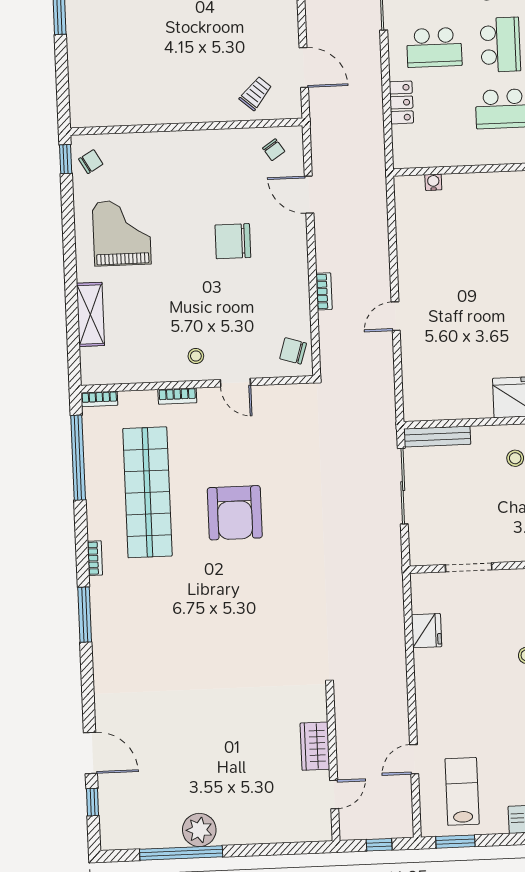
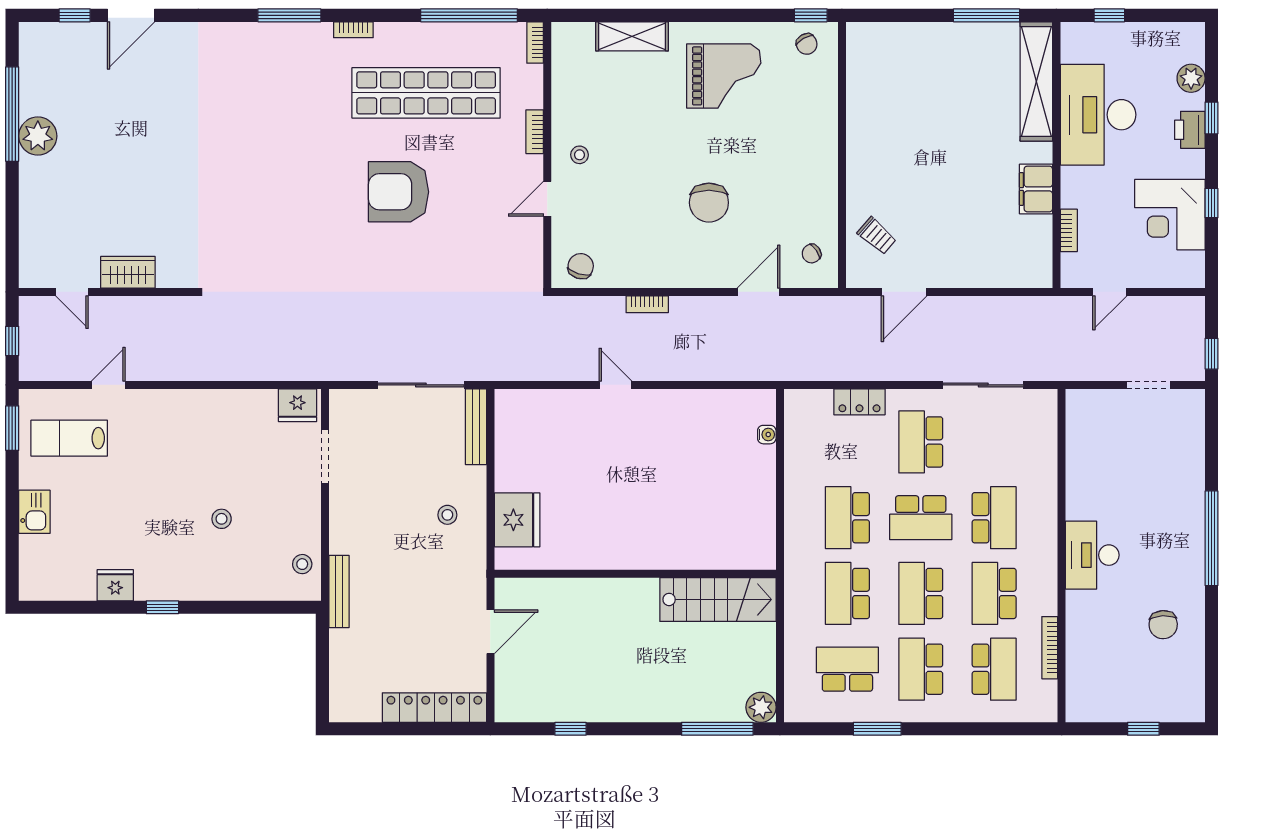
chair: (233, 241) -> (709, 203), turned 180
fridge: (427, 631) -> (297, 405), moved
door: (414, 759) -> (108, 385), hinge flipped
lab bench: (462, 791) -> (69, 438), turned 180

